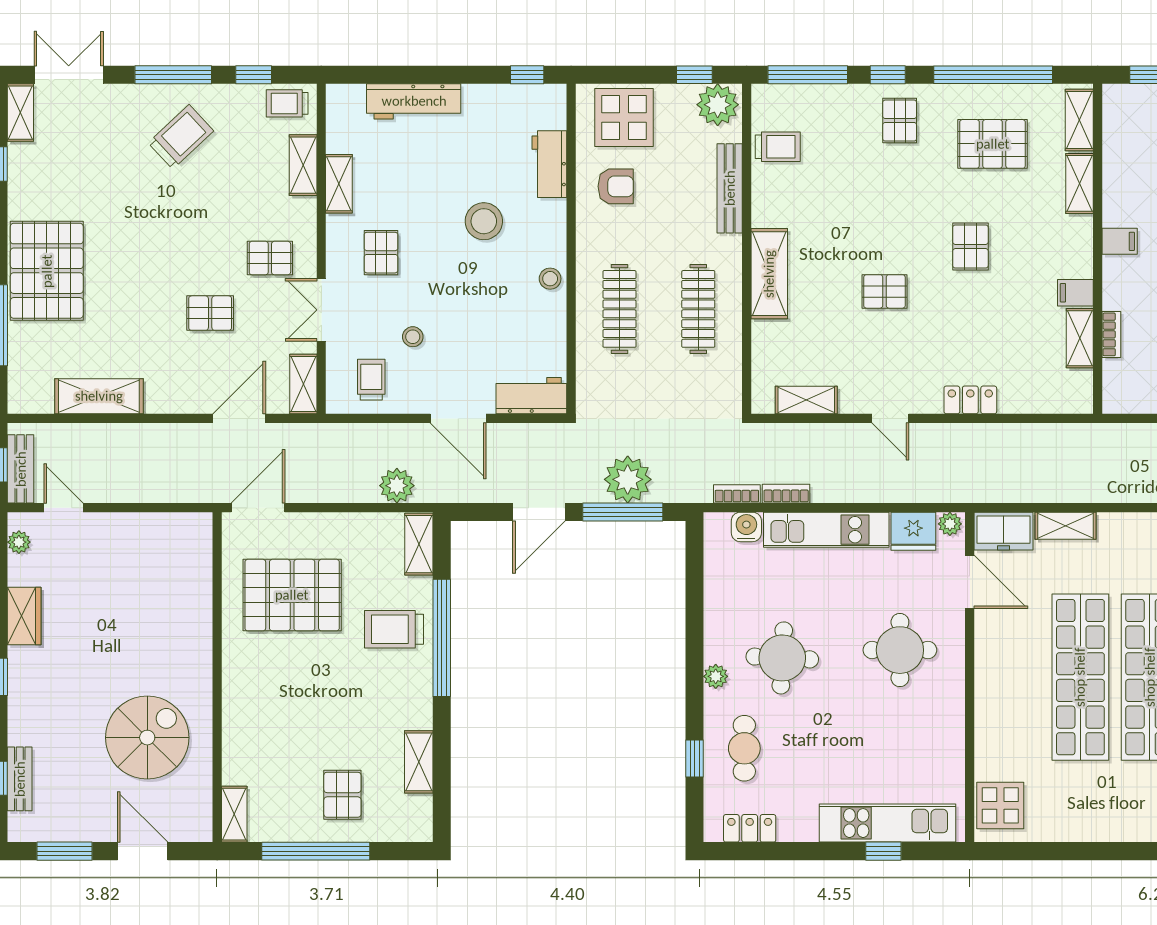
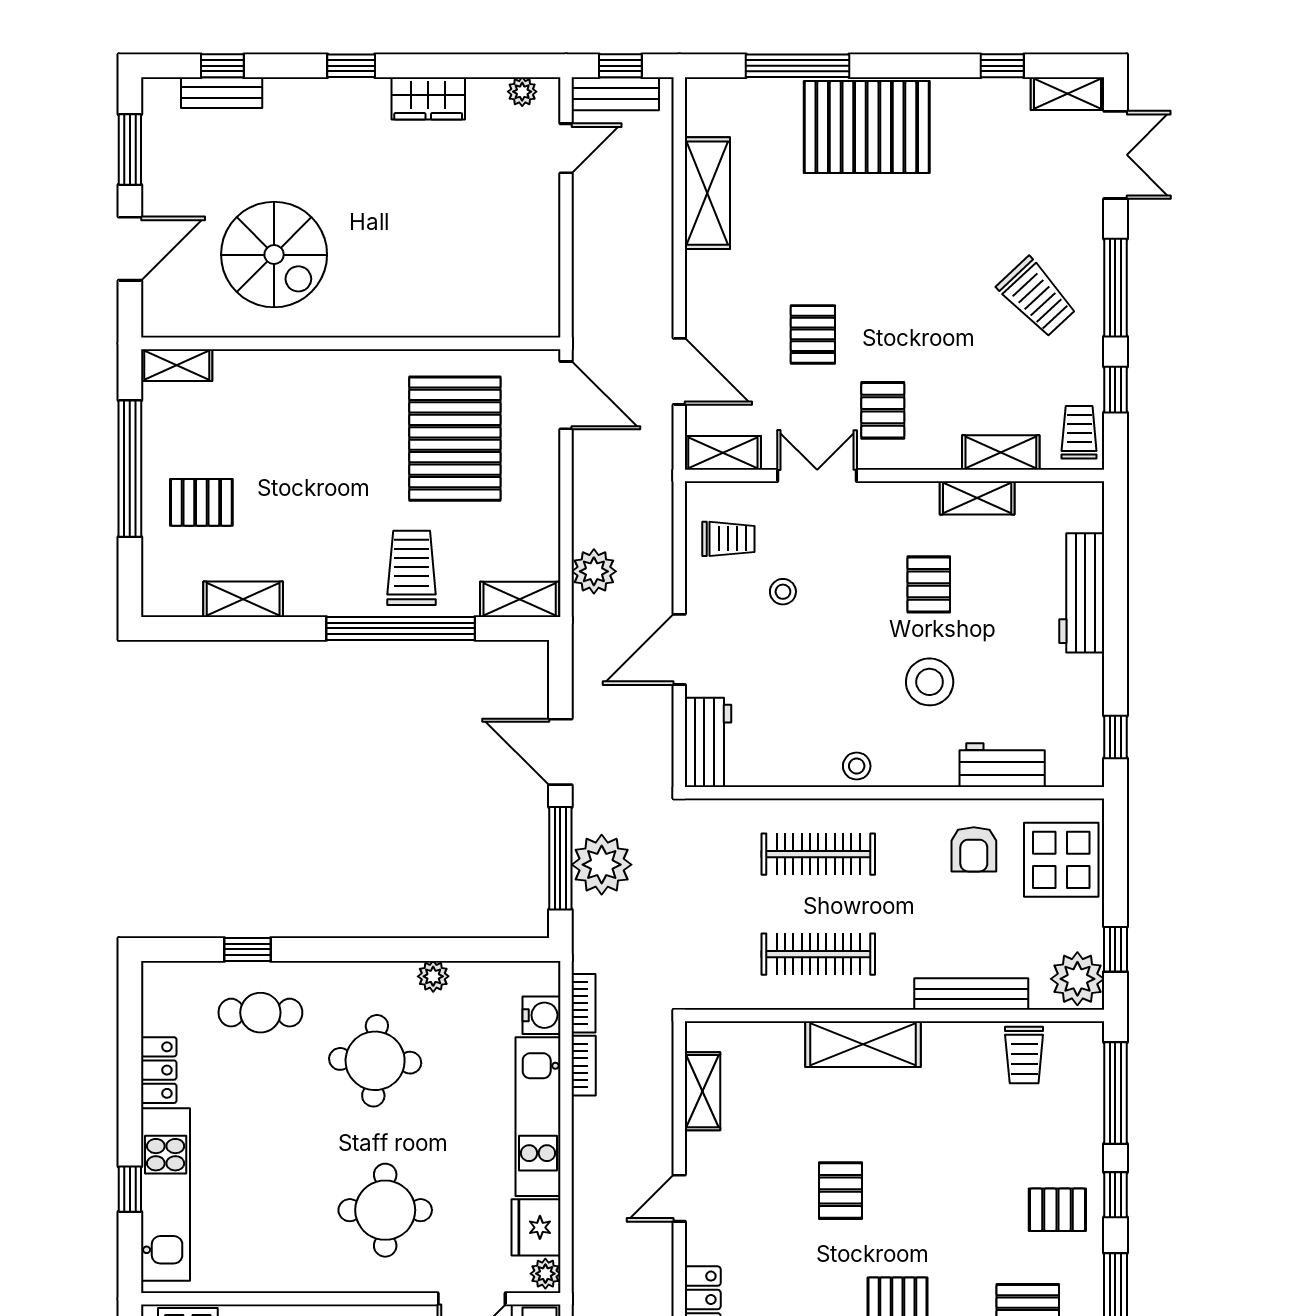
pallet: (381, 253) -> (929, 584), moved, turned 90
plant: (716, 676) -> (433, 976), moved
locker: (750, 828) -> (159, 1070), moved

